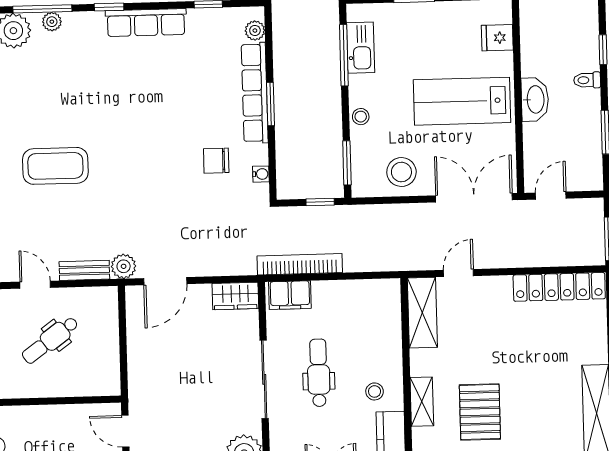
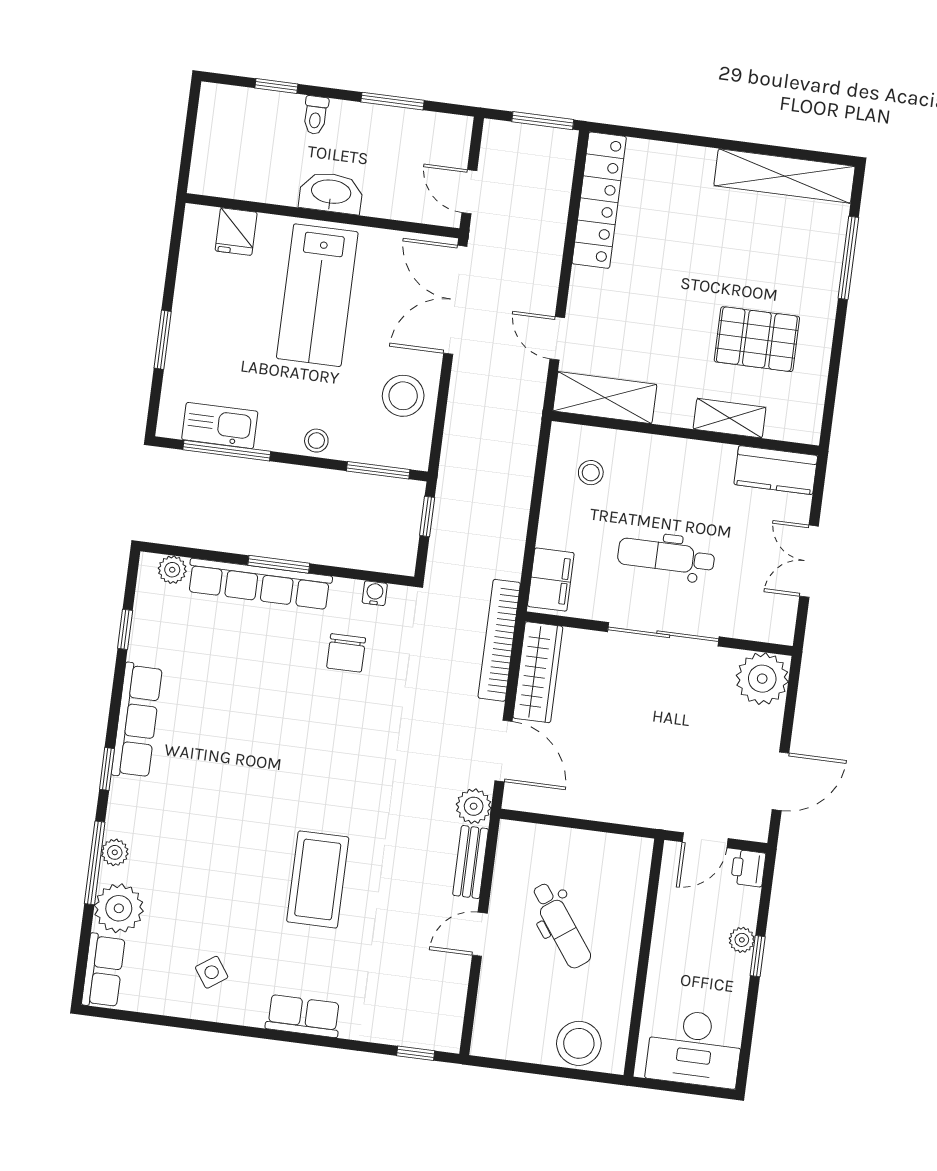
bookcase: (300, 264) -> (499, 640), moved
wardrobe: (235, 296) -> (538, 672), width x1.50
stool: (375, 391) -> (591, 473), moved

